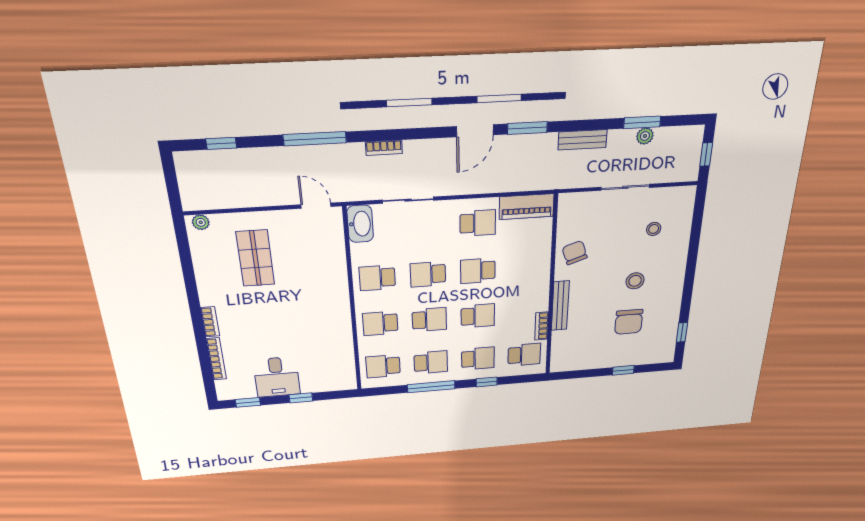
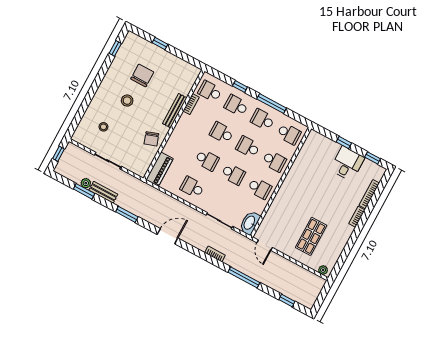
window: (527, 128) -> (127, 214), moved
bench: (583, 140) -> (103, 192), moved
piano: (527, 207) -> (160, 169), moved, turned 90

